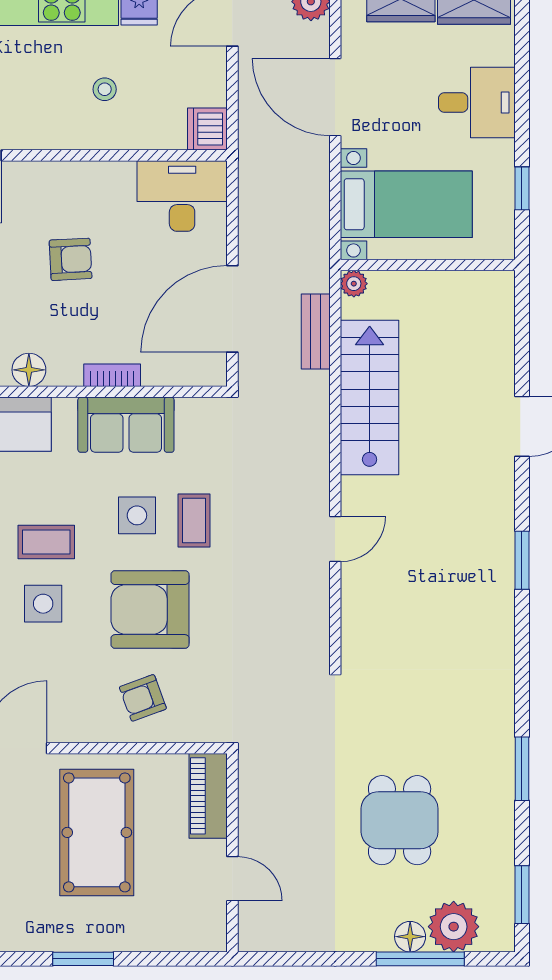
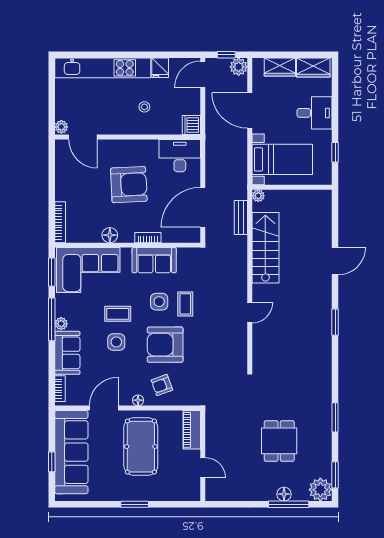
armchair: (71, 259) -> (129, 185), width x1.88, depth x1.88
floor lamp: (91, 731) -> (138, 400), added
plant: (454, 927) -> (320, 490), moved

